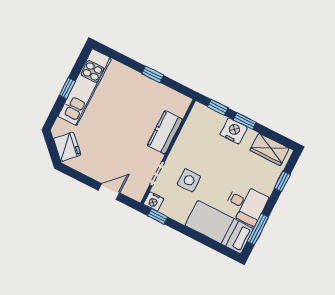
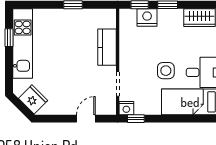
window: (67, 88) -> (9, 38), moved
nightstand: (234, 131) -> (147, 17), moved
side table: (189, 180) -> (166, 71), moved

